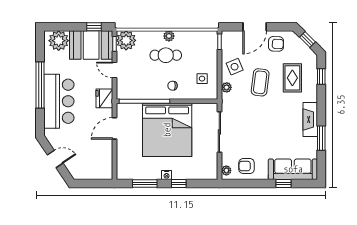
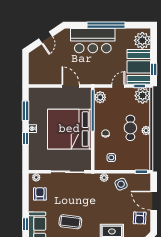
coffee table: (260, 82) -> (70, 222), moved
plant: (128, 92) -> (100, 97), added
fridge: (104, 98) -> (95, 78), removed

